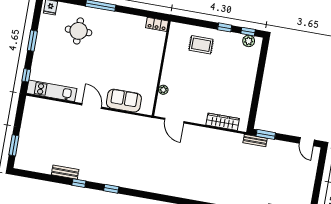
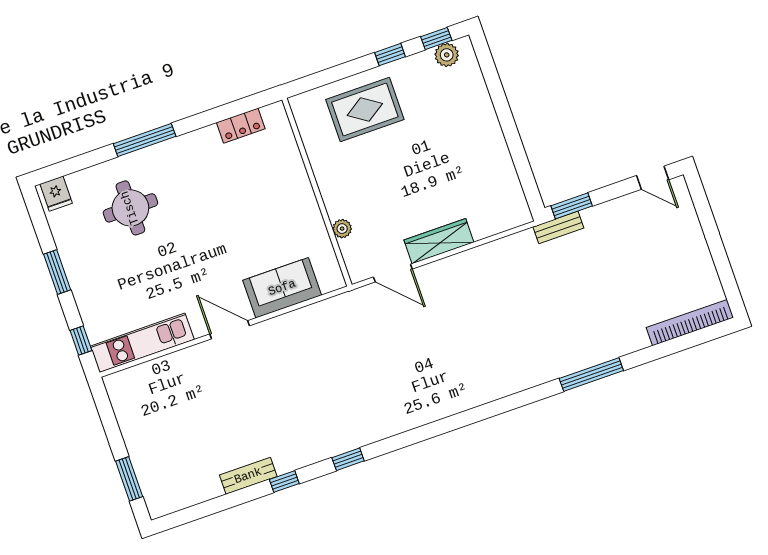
locker: (157, 24) -> (241, 126), moved
rug: (201, 45) -> (365, 109), width x1.36, depth x1.43
wardrobe: (223, 122) -> (439, 241), moved

